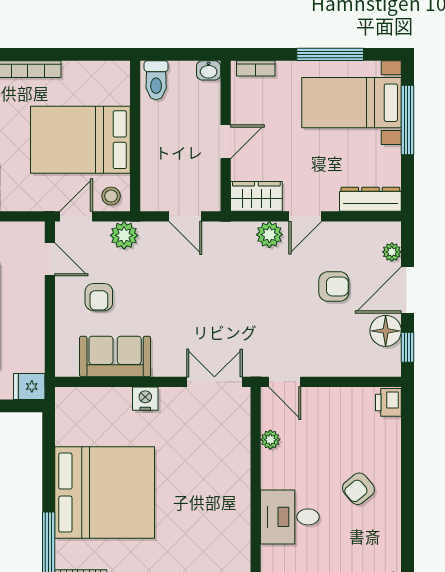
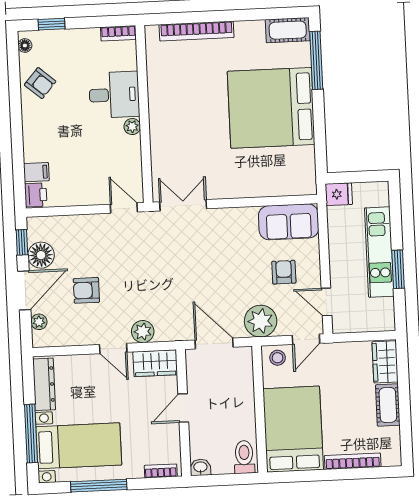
bed: (80, 140) -> (293, 429), moved, turned -90
dresser: (370, 199) -> (44, 384), moved, turned -90
door: (185, 216) -> (214, 344), width x1.38
door: (305, 216) -> (113, 348), swing flipped
plant: (124, 235) -> (261, 321), width x1.36, depth x1.36
sofa: (115, 356) -> (289, 222), moved
double door: (214, 382) -> (183, 205), swing flipped
nightstand: (145, 399) -> (241, 188), removed
filing cabinet: (387, 430) -> (36, 172), added
plant: (270, 440) -> (132, 127), moved
armchair: (358, 489) -> (40, 83), moved, turned 81

